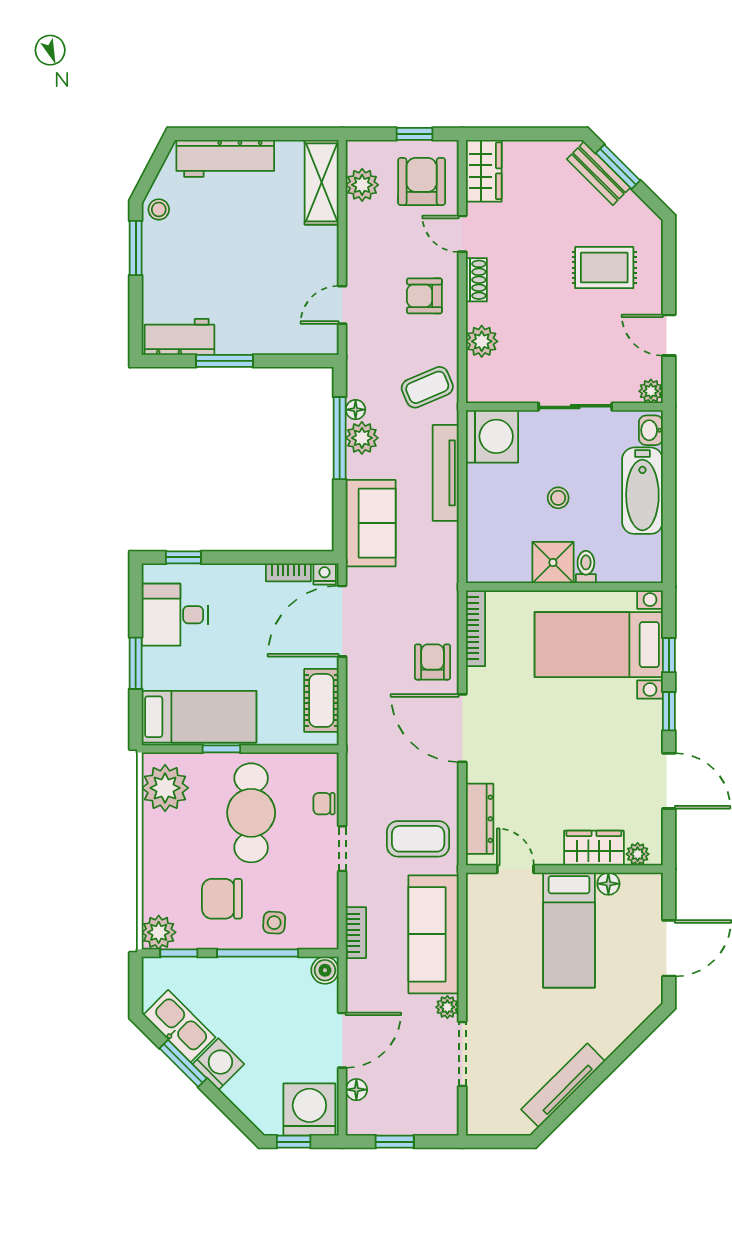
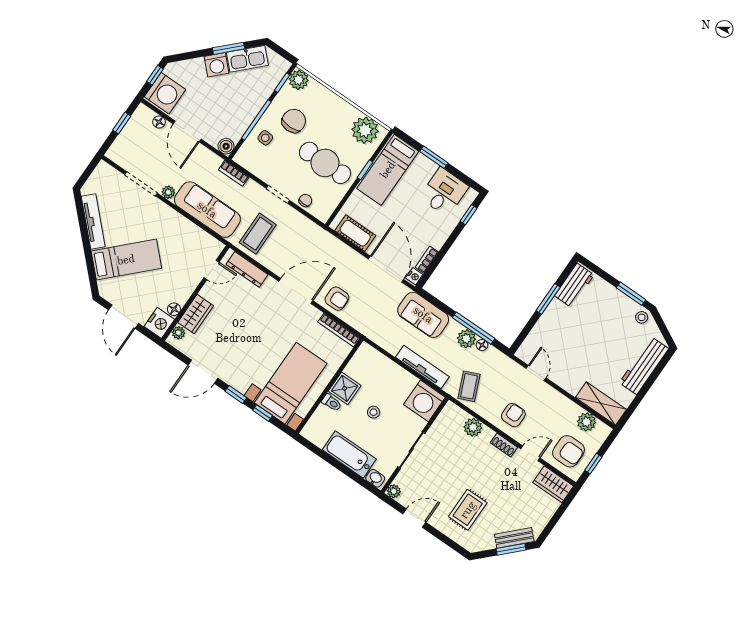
nightstand: (642, 891) -> (159, 323), added
bed: (569, 930) -> (126, 260), moved, turned 135

